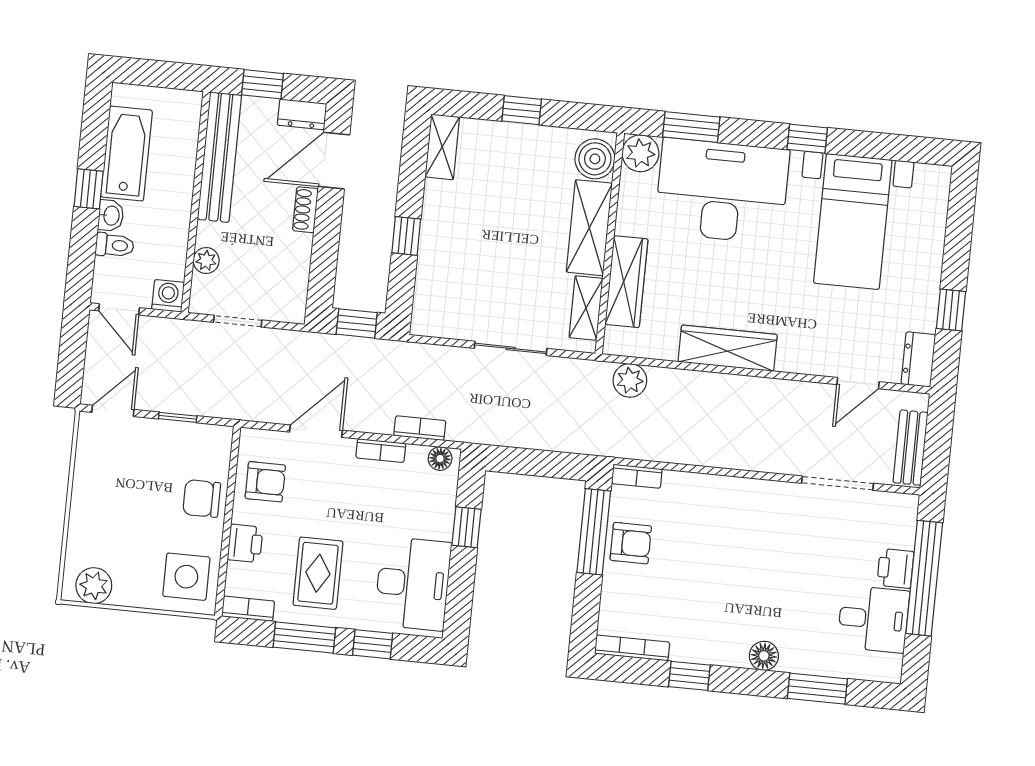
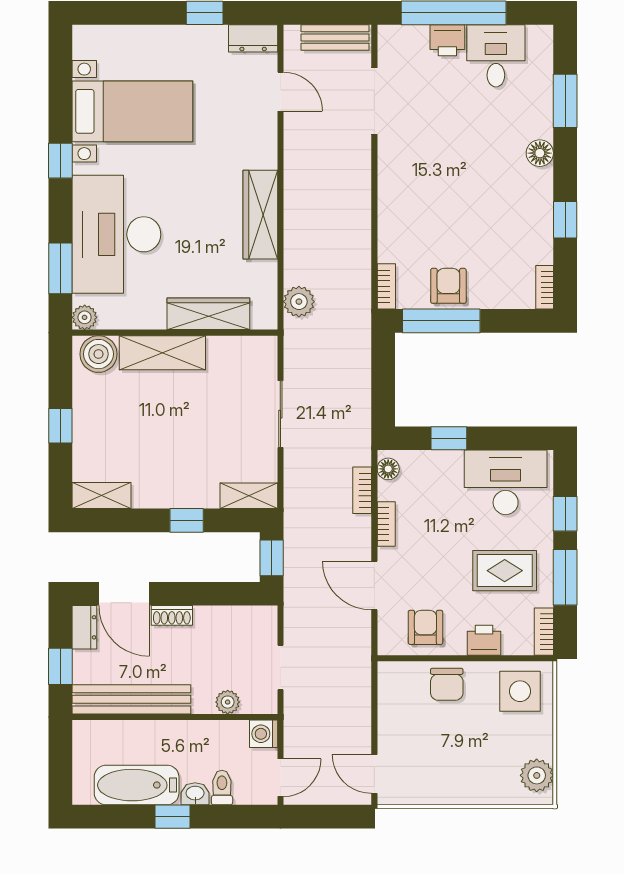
plant: (640, 153) -> (85, 317), width x0.73, depth x0.73
shelving: (586, 308) -> (249, 496), moved
window: (178, 417) -> (374, 714), removed
bookcase: (632, 648) -> (545, 287), width x0.64

